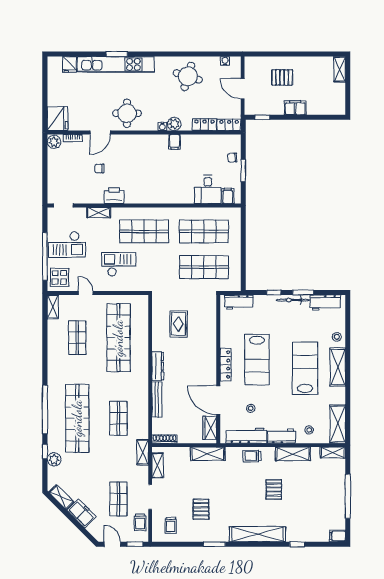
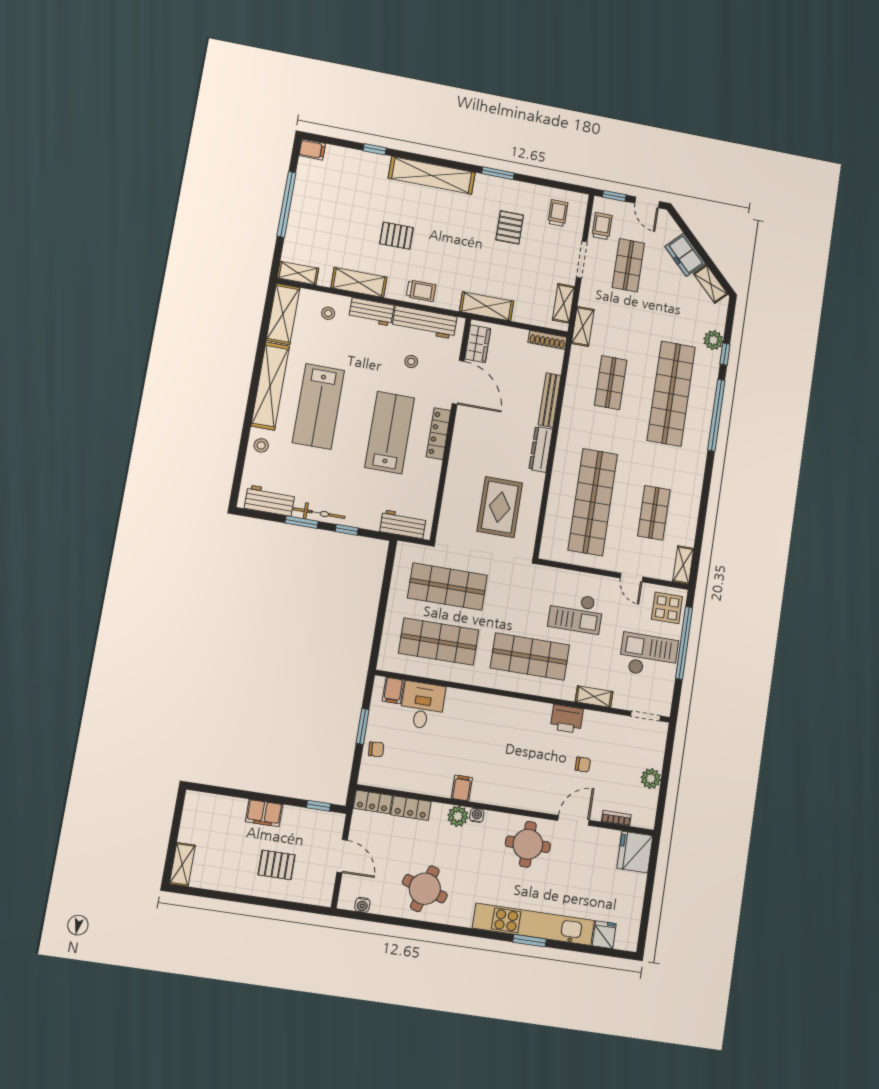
plant: (54, 142) -> (651, 779), moved
rug: (178, 324) -> (500, 507), width x1.36, depth x1.43
shelving: (338, 367) -> (270, 386), width x1.47
pallet: (274, 489) -> (396, 236), turned 90

